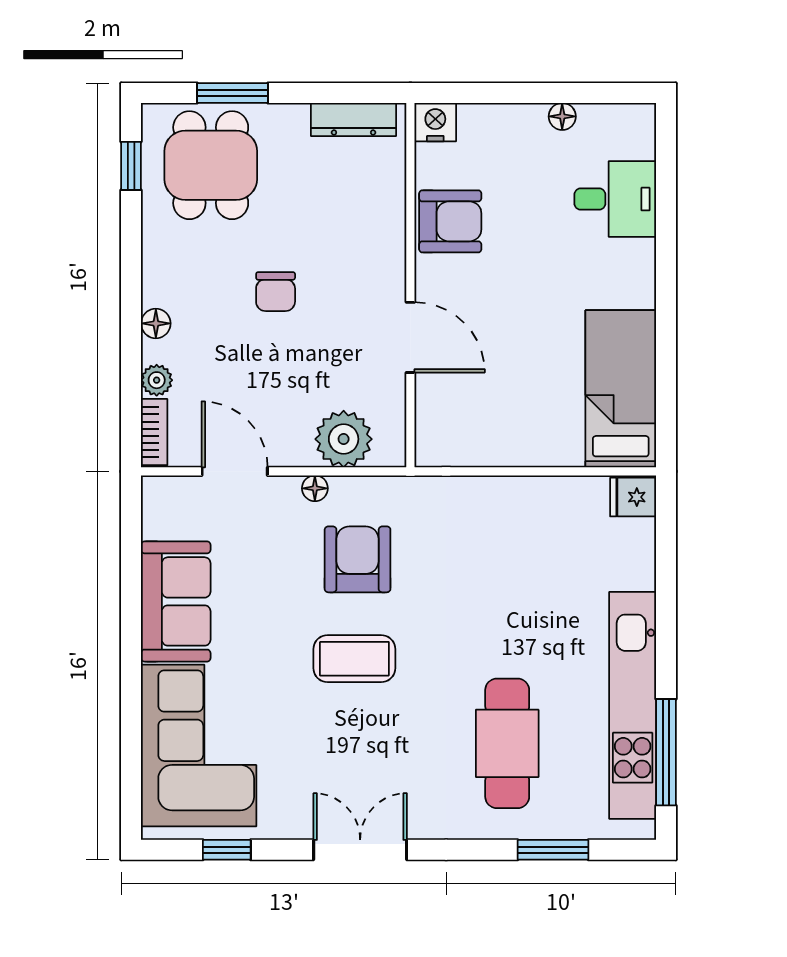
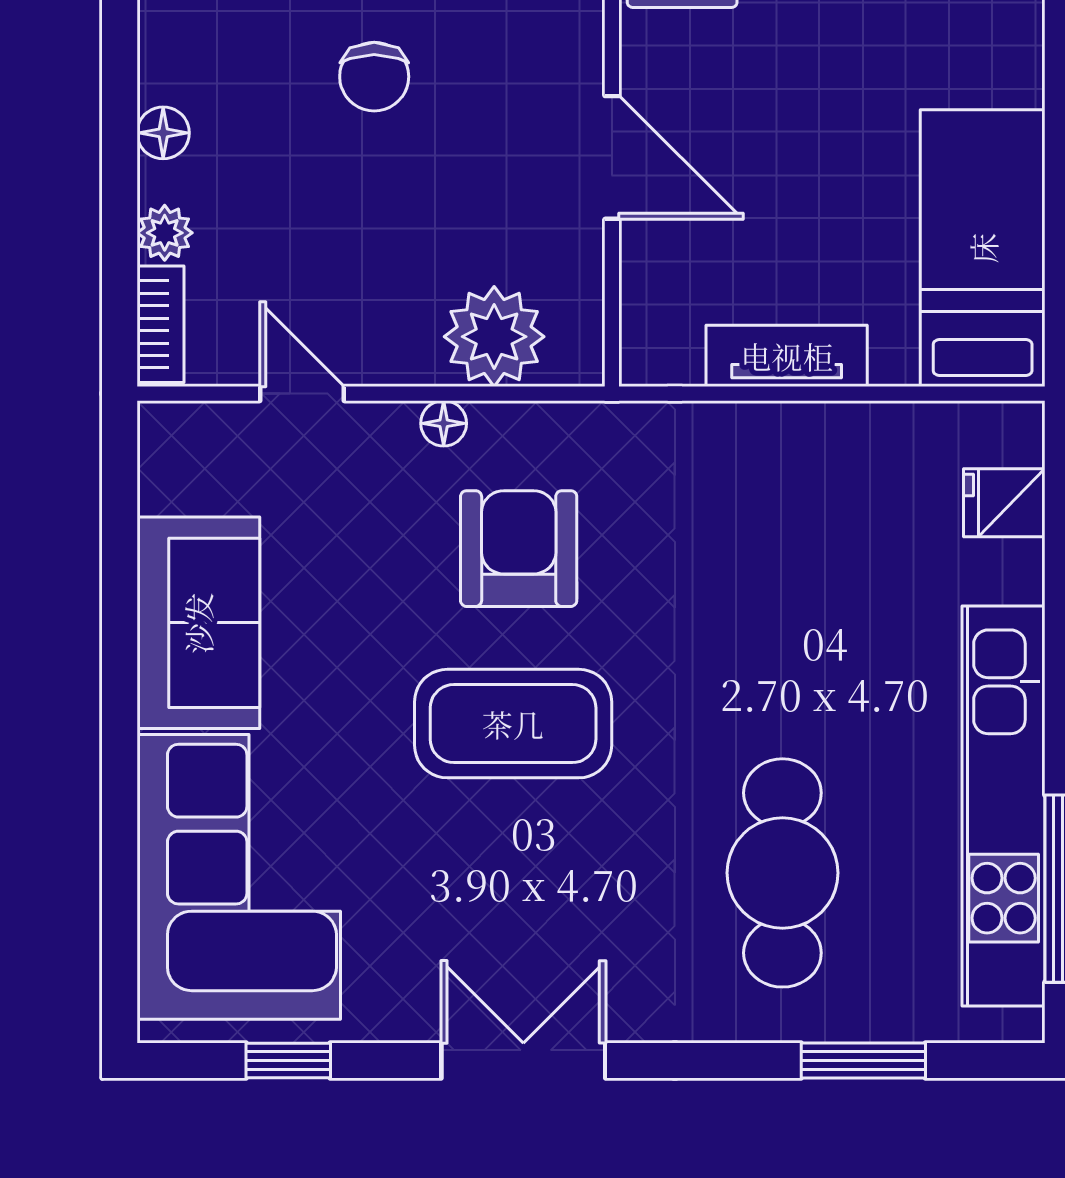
tv unit: (510, 450) -> (787, 356), added
door: (235, 471) -> (302, 394), width x0.73
fridge: (633, 497) -> (1004, 503), moved
coffee table: (354, 659) -> (513, 724), width x1.36, depth x1.32

